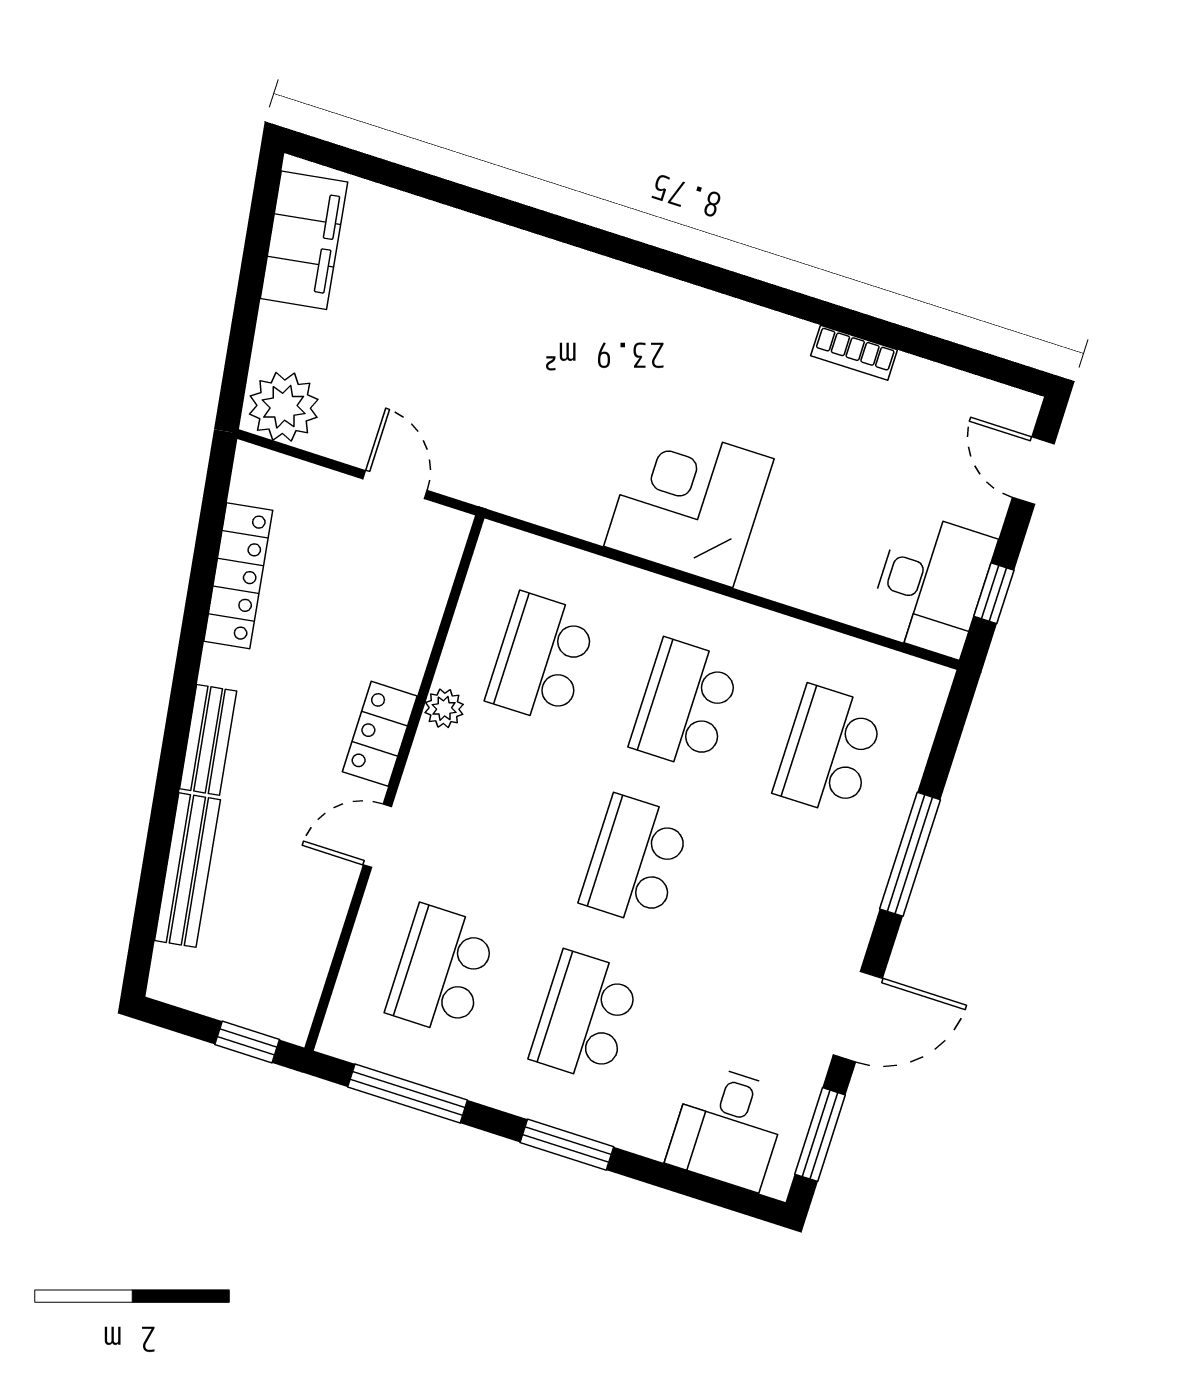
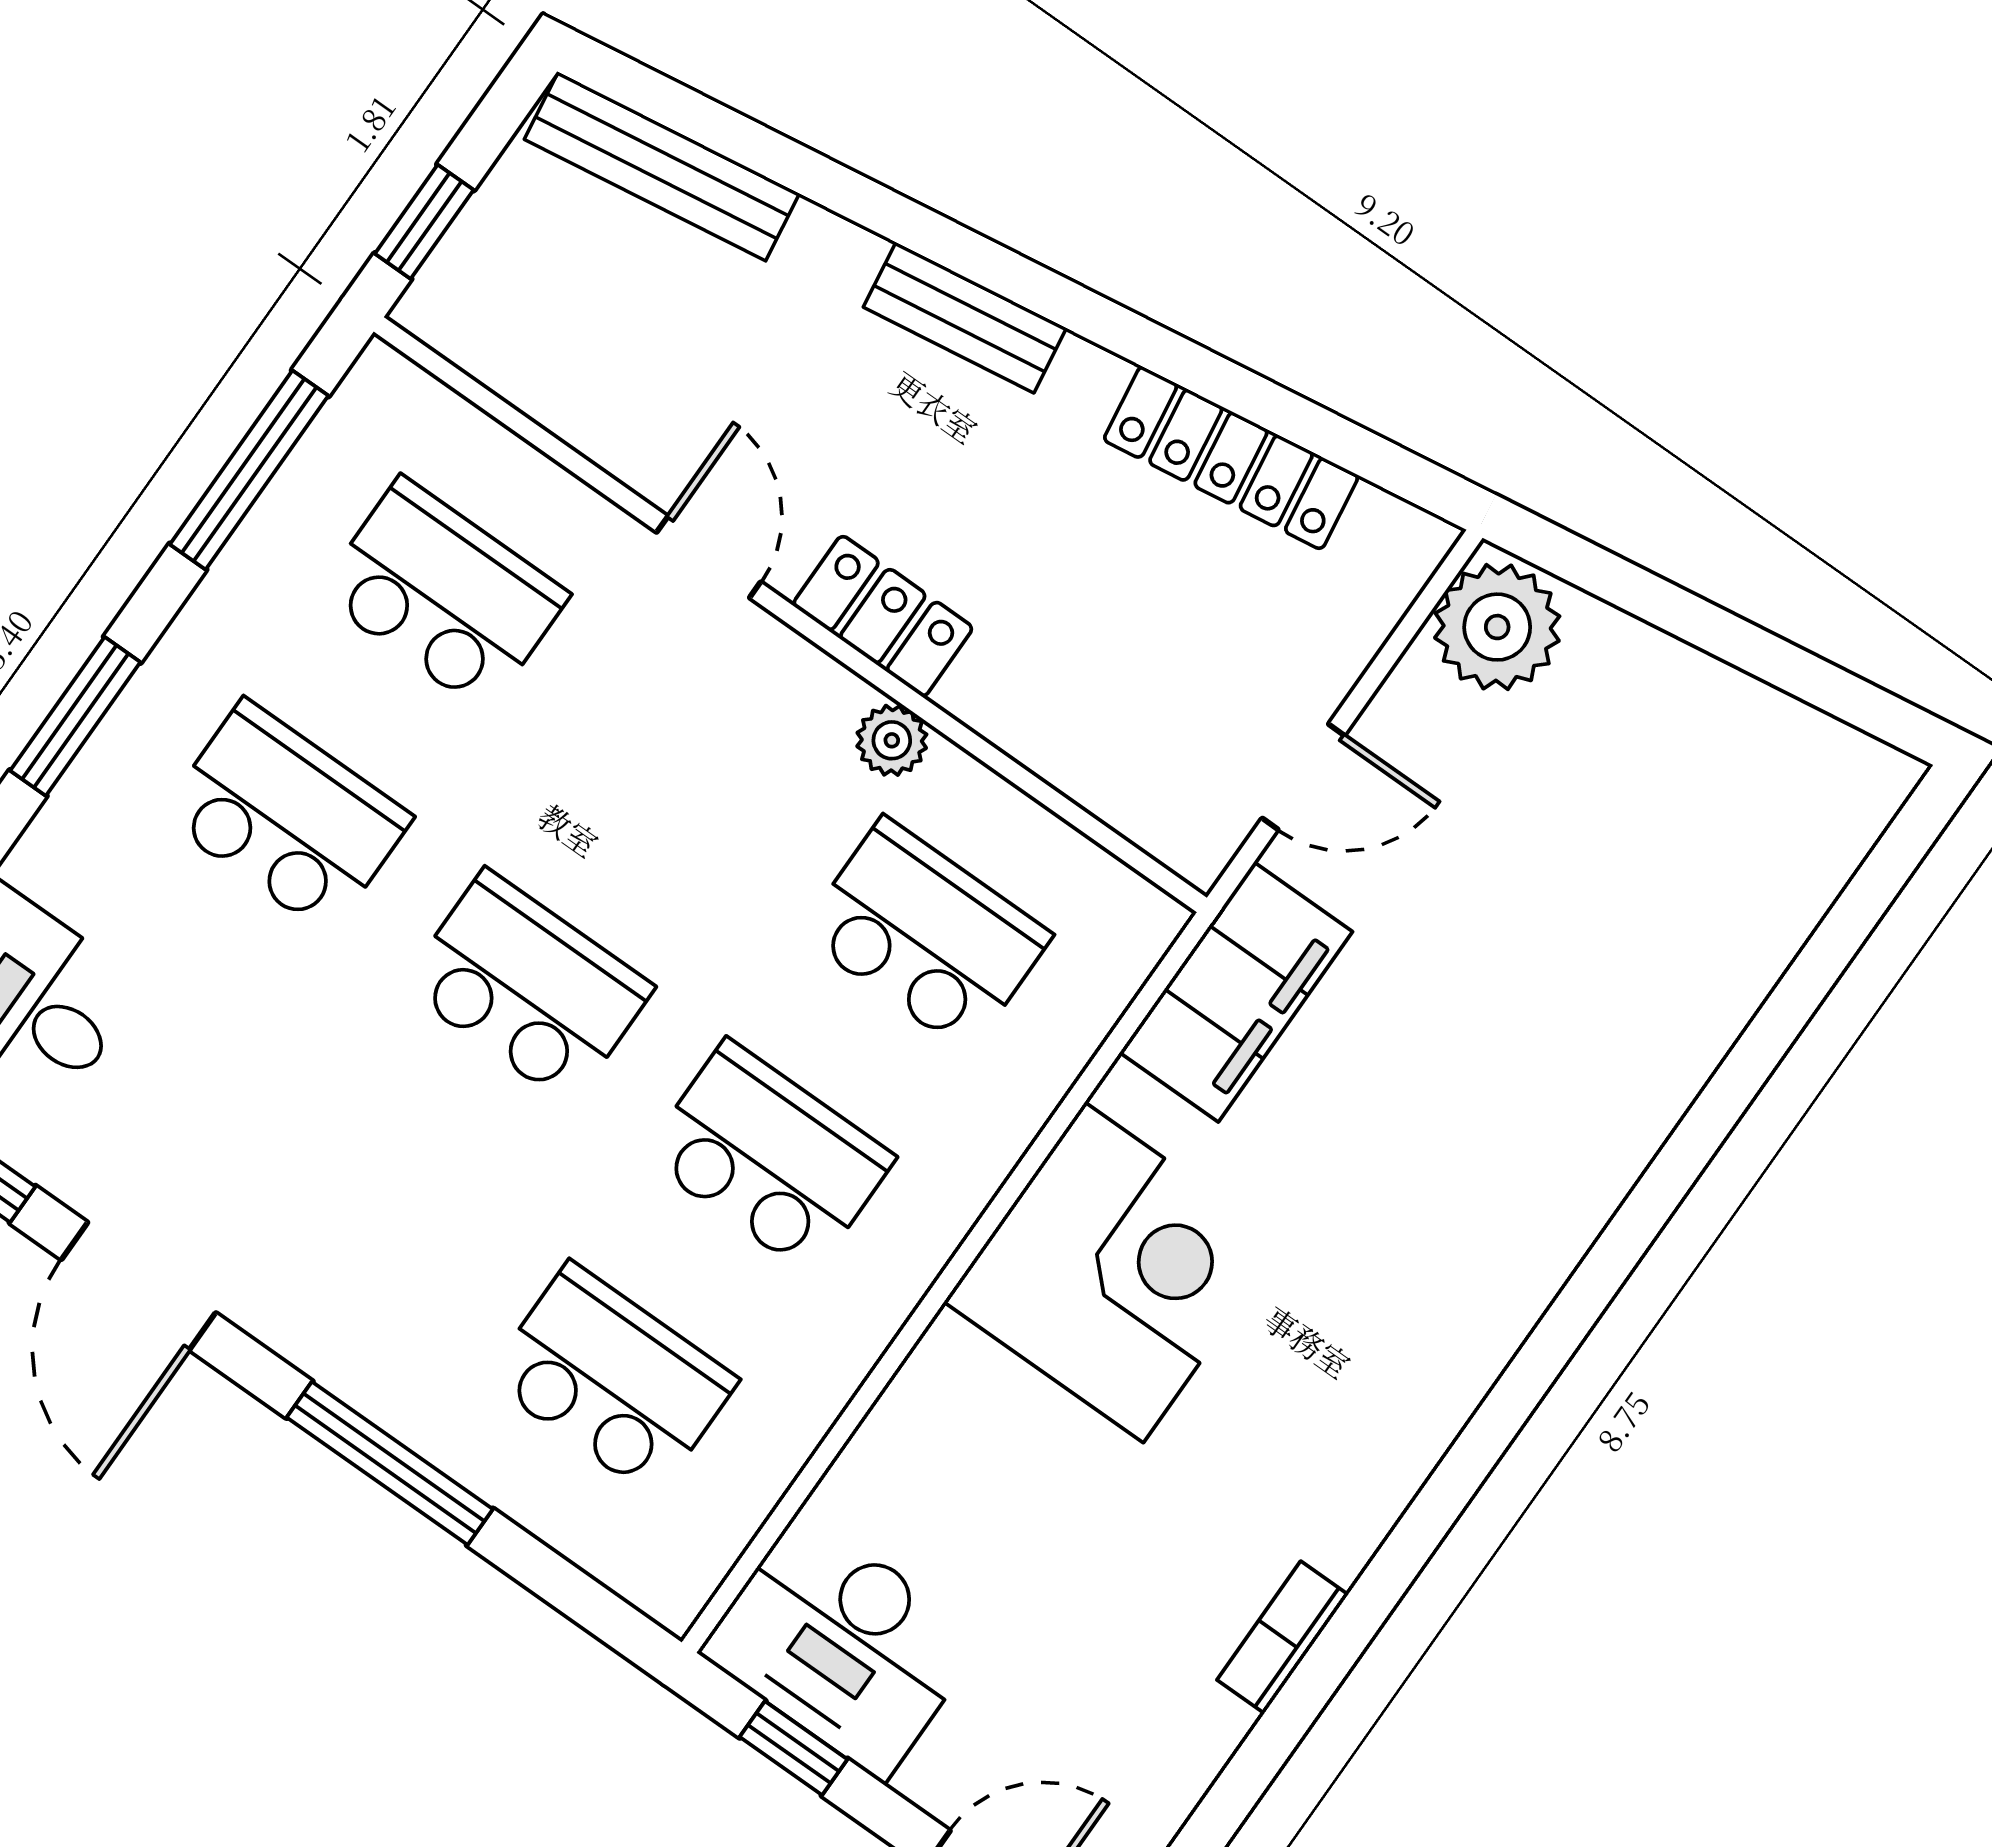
filing cabinet: (304, 240) -> (1236, 992), moved, turned -82
bench: (187, 870) -> (662, 166), moved

